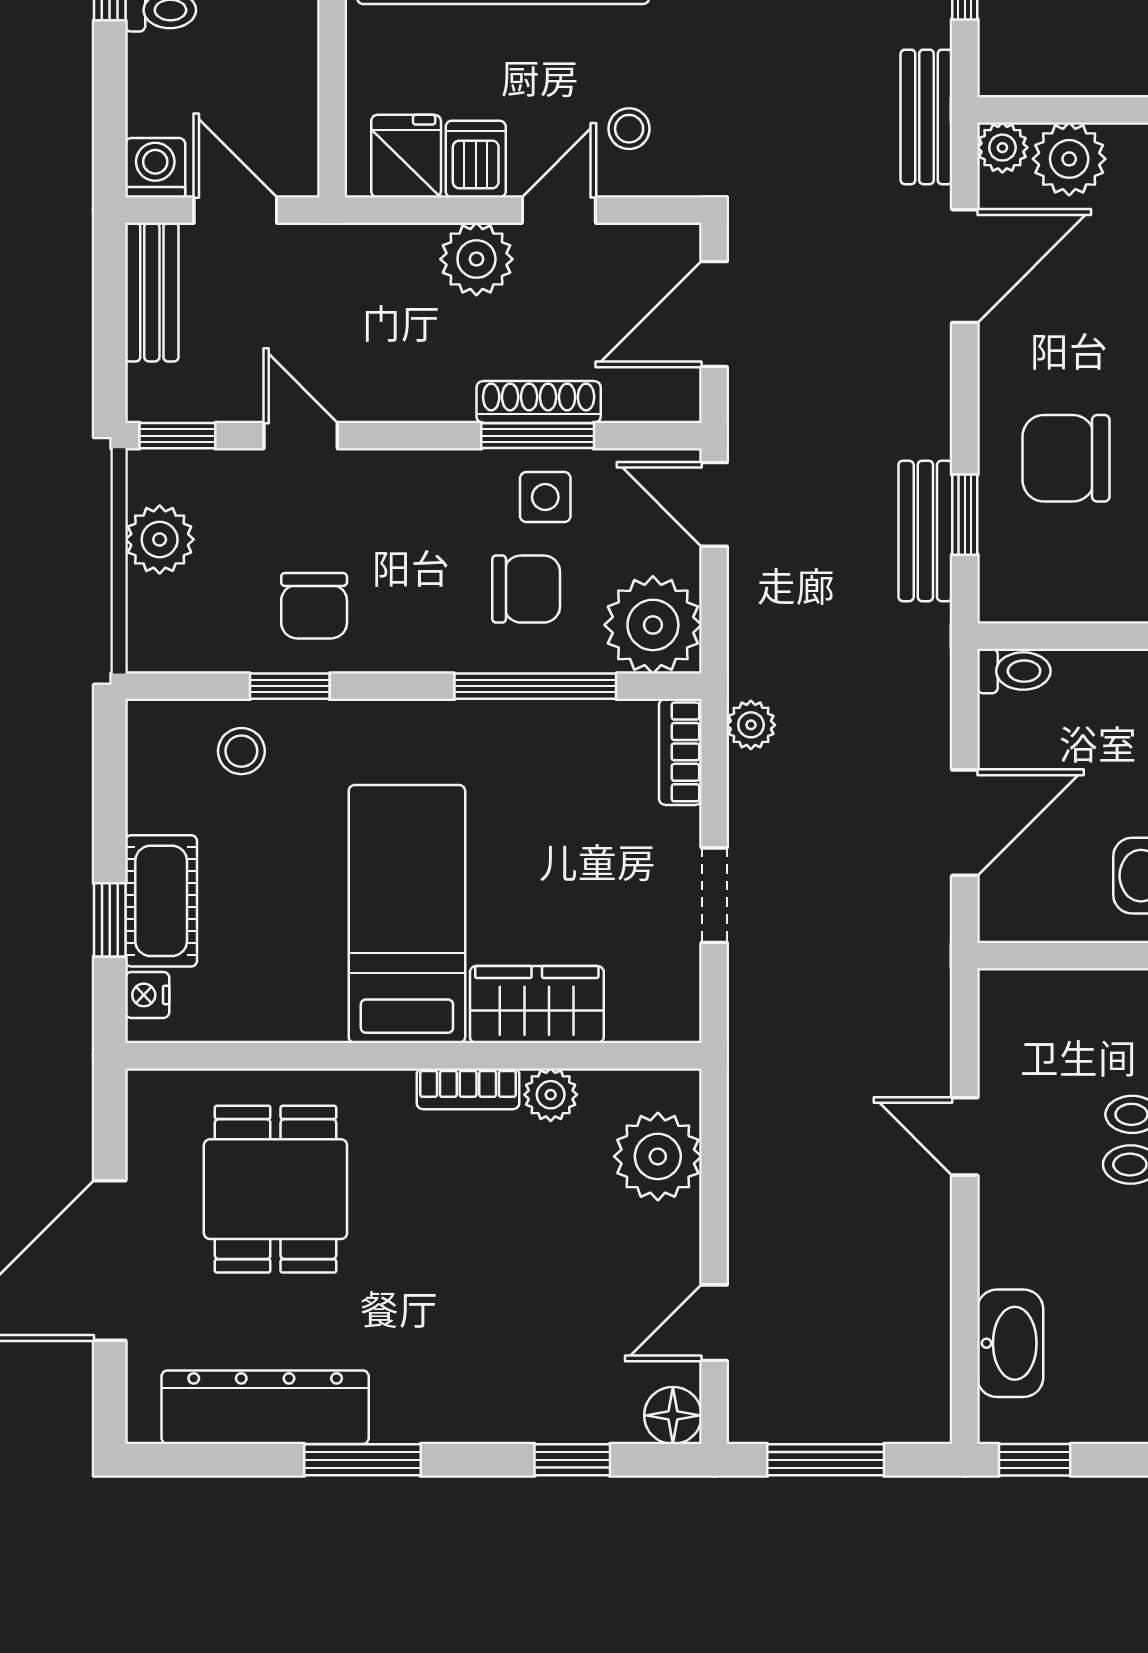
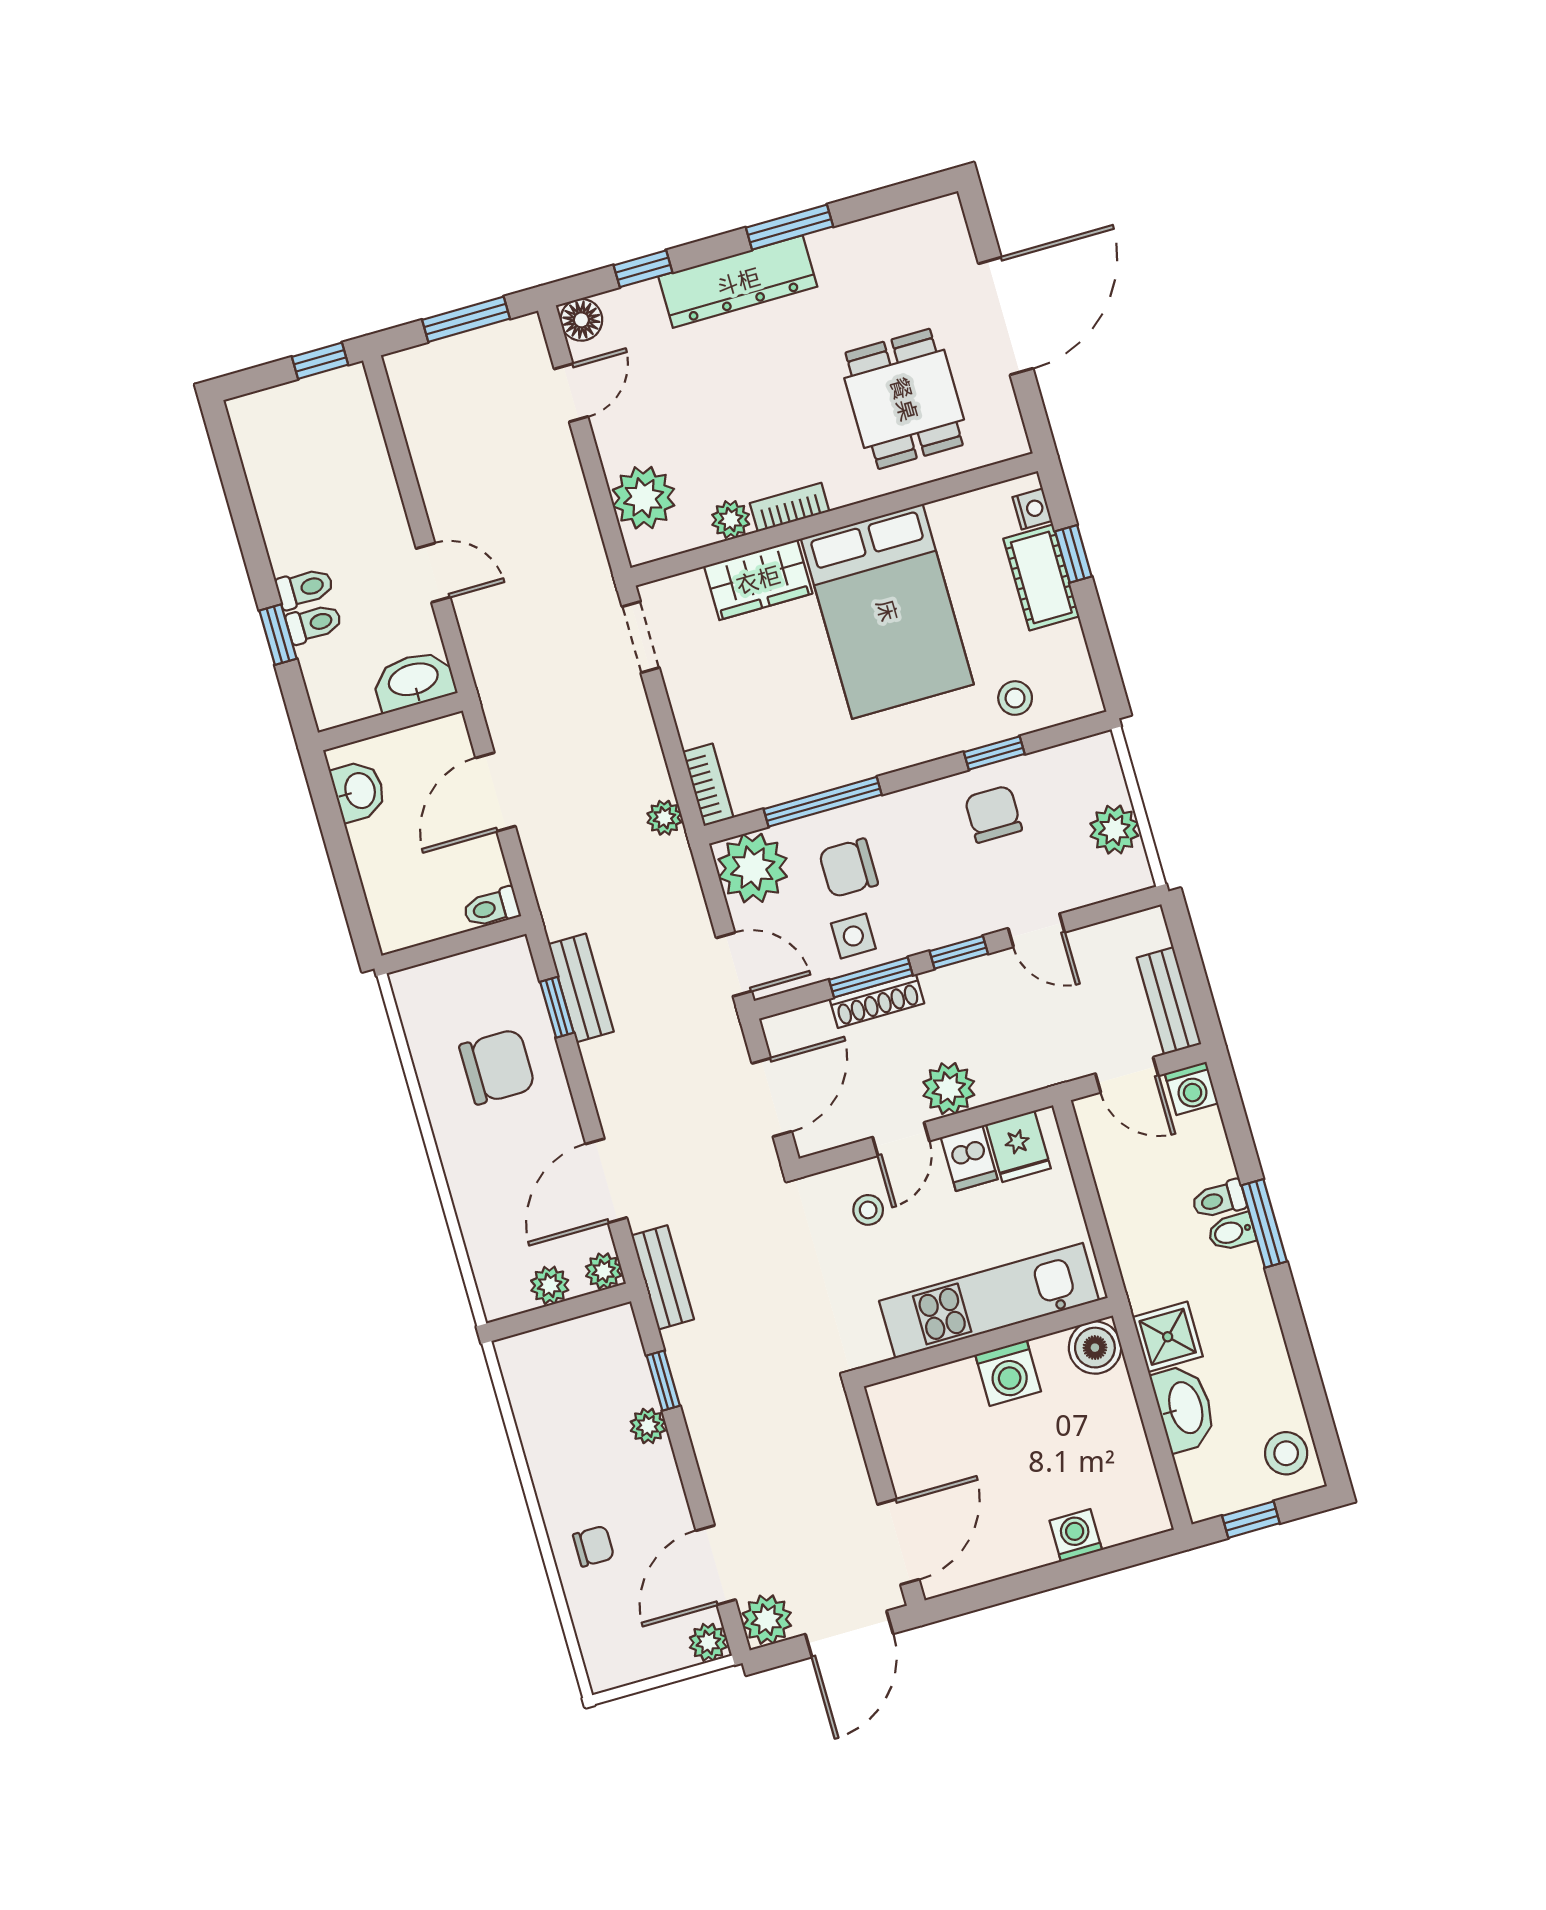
plant: (1069, 159) -> (550, 1285), width x0.73, depth x0.73
window: (177, 436) -> (959, 952), moved
doorway: (714, 895) -> (641, 637), moved
bed: (407, 914) -> (887, 611), width x1.50
washbasin: (1010, 1343) -> (414, 681), moved, turned 90
dresser: (265, 1407) -> (738, 282), moved

